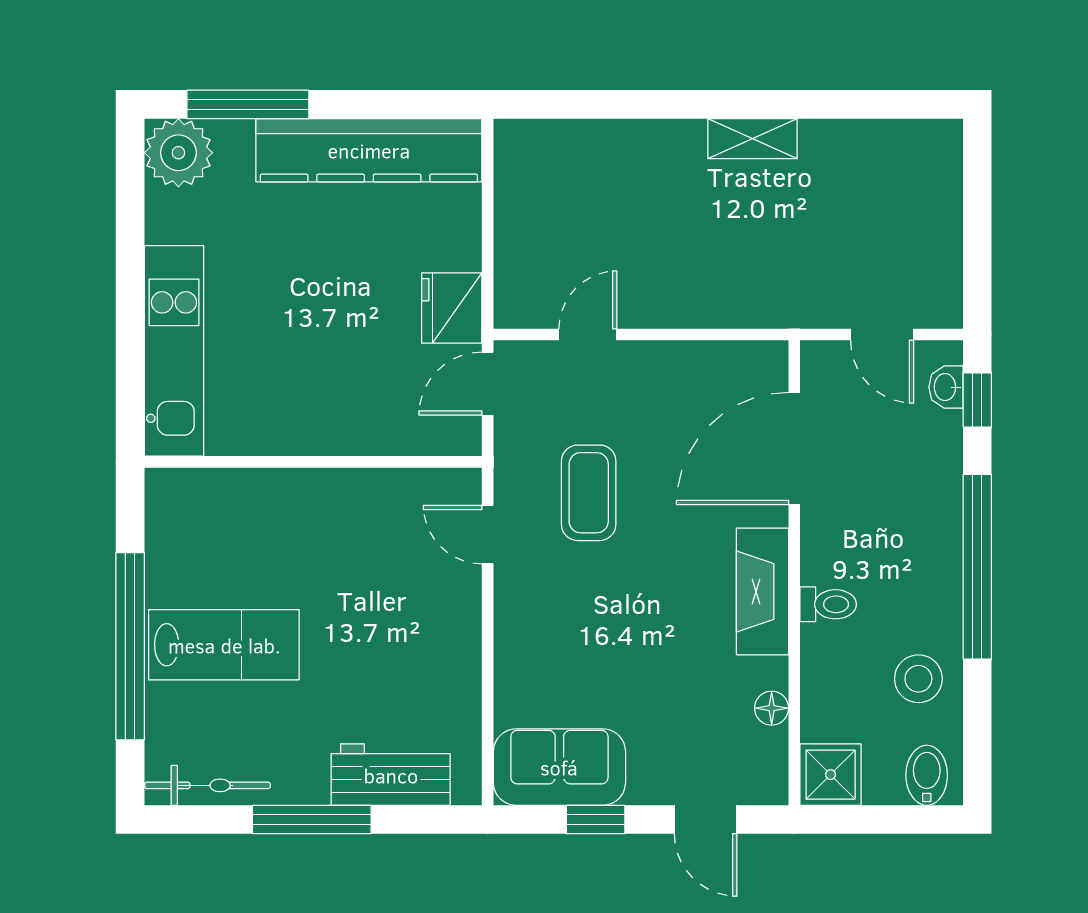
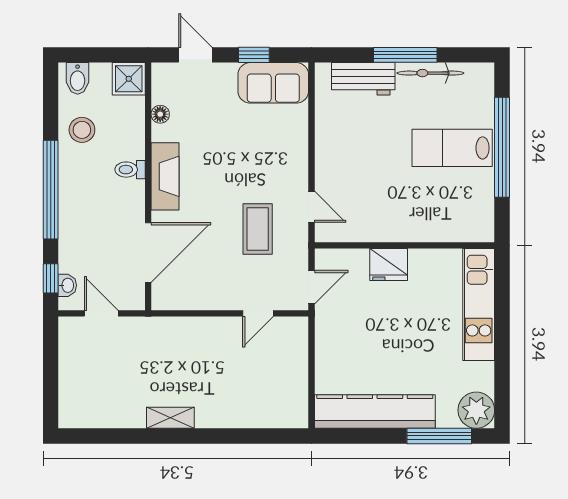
fridge: (452, 308) -> (389, 265), moved, turned 90
bicycle: (208, 785) -> (430, 73), moved

